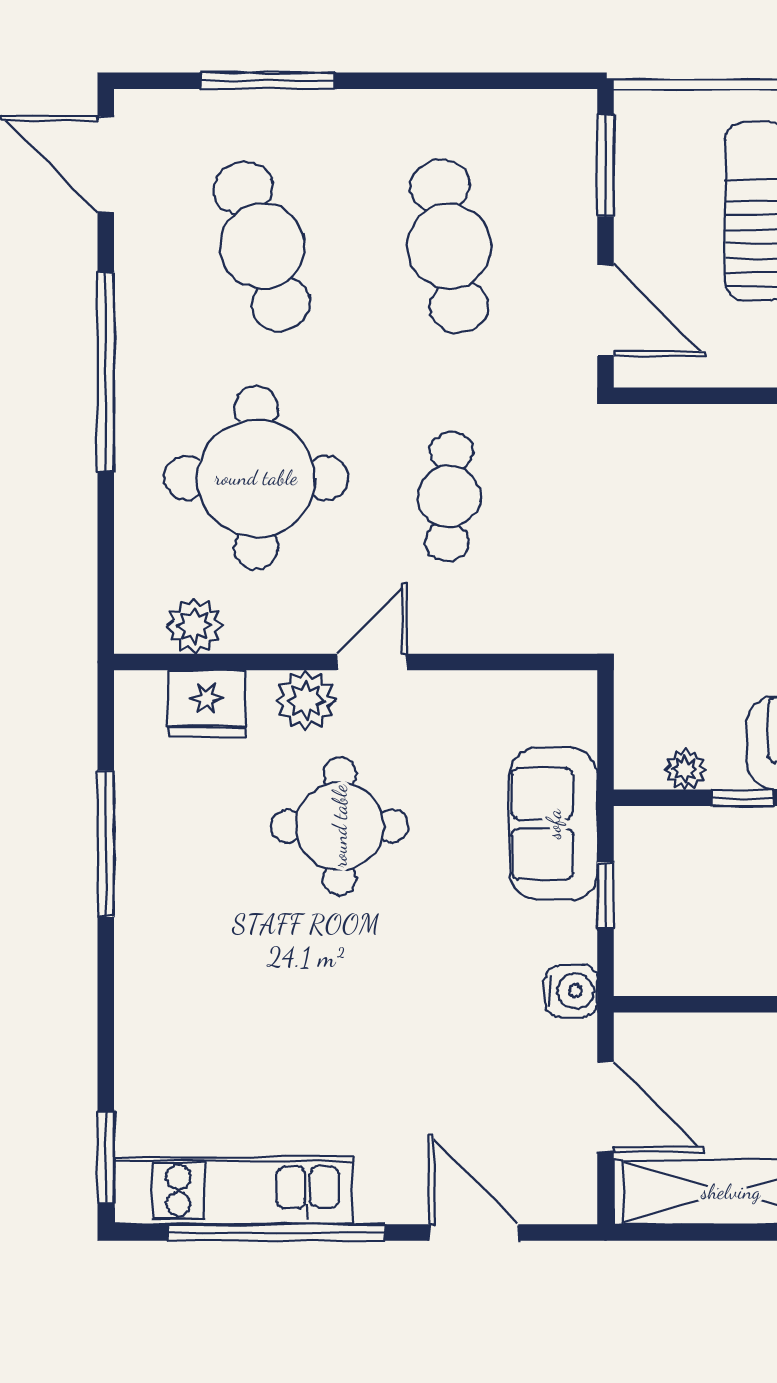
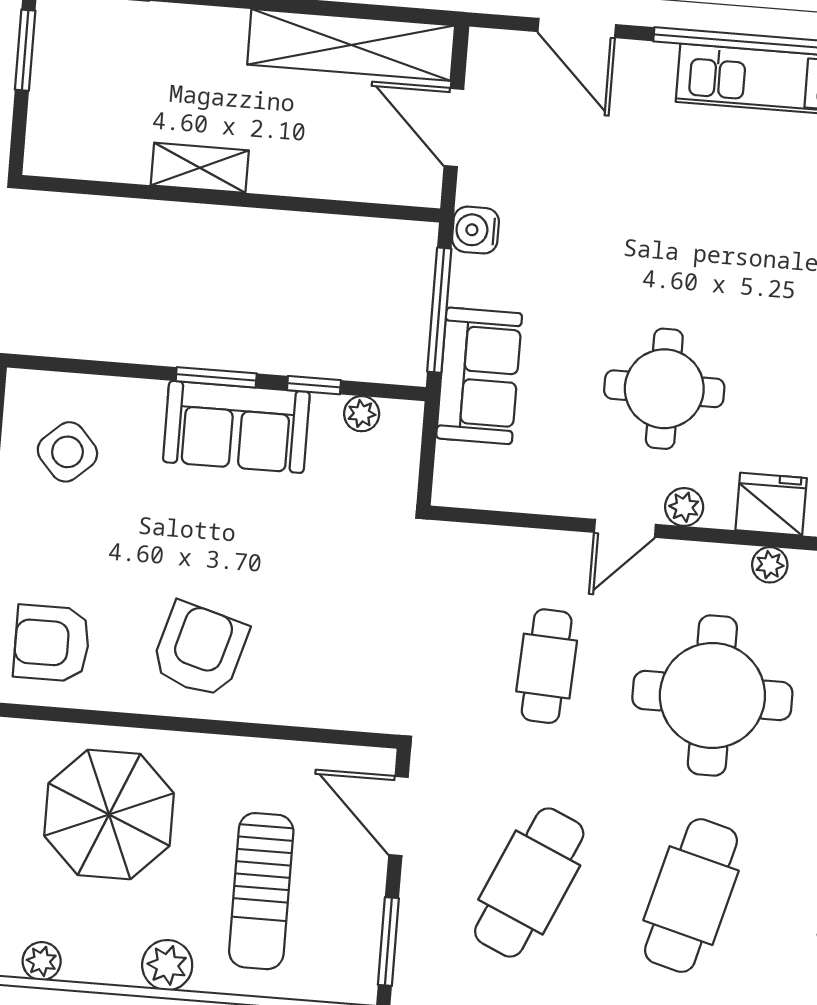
cafe table: (262, 246) -> (691, 896), turned 33
cafe table: (449, 246) -> (529, 882), turned 33
plant: (195, 626) -> (770, 565), width x0.73, depth x0.73
plant: (306, 700) -> (684, 507), width x0.73, depth x0.73
window: (606, 896) -> (439, 310), width x2.17

